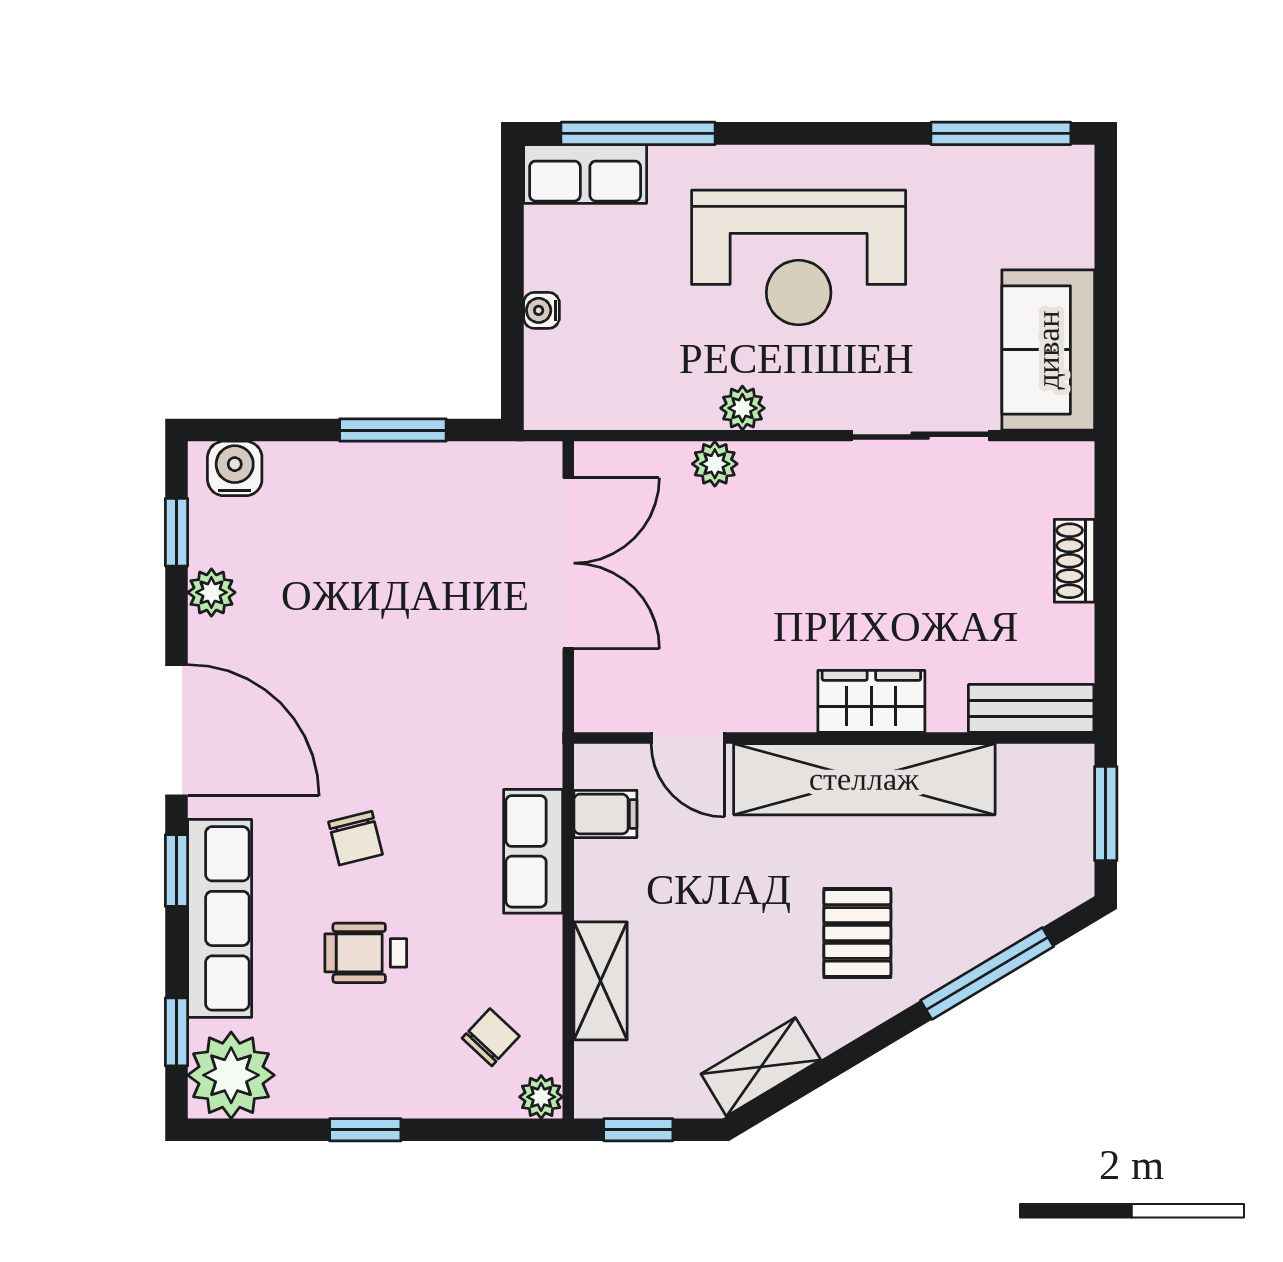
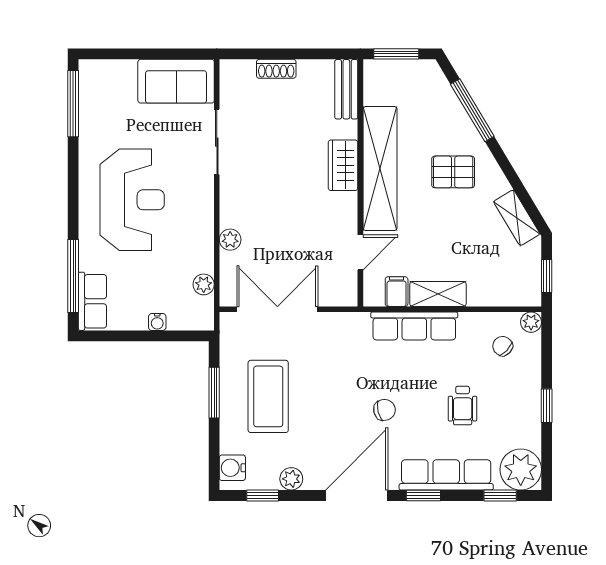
plant: (742, 408) -> (204, 284), moved
coffee table: (385, 544) -> (268, 396), added
chair: (356, 838) -> (384, 410), moved
row of seats: (533, 851) -> (414, 326), width x1.48
shelving: (601, 981) -> (438, 294), moved

